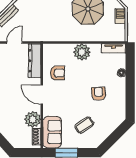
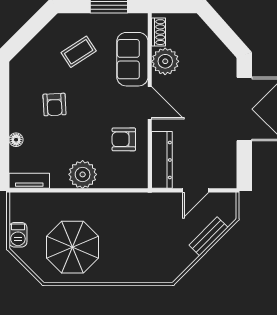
sofa: (52, 132) -> (132, 59), moved

